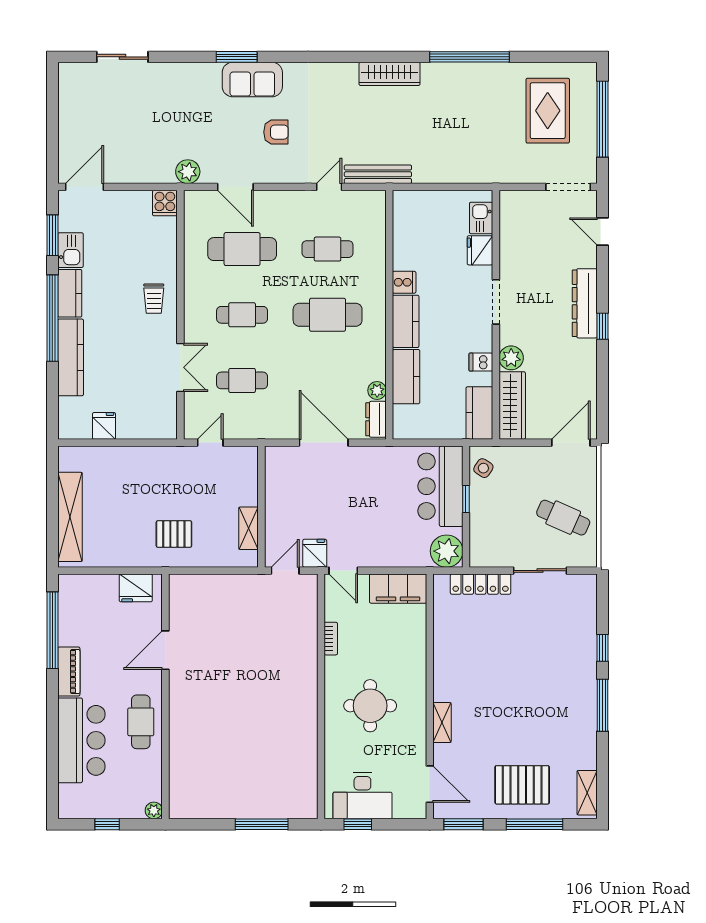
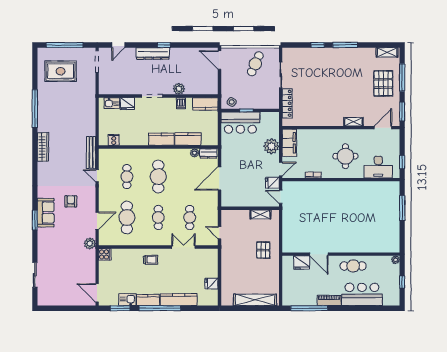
cooker: (404, 282) -> (114, 140), moved
wardrobe: (512, 406) -> (202, 88), removed
plant: (447, 551) -> (271, 146), moved
fridge: (136, 588) -> (302, 262), moved, turned 90
desk: (362, 796) -> (378, 167), moved, turned 90

